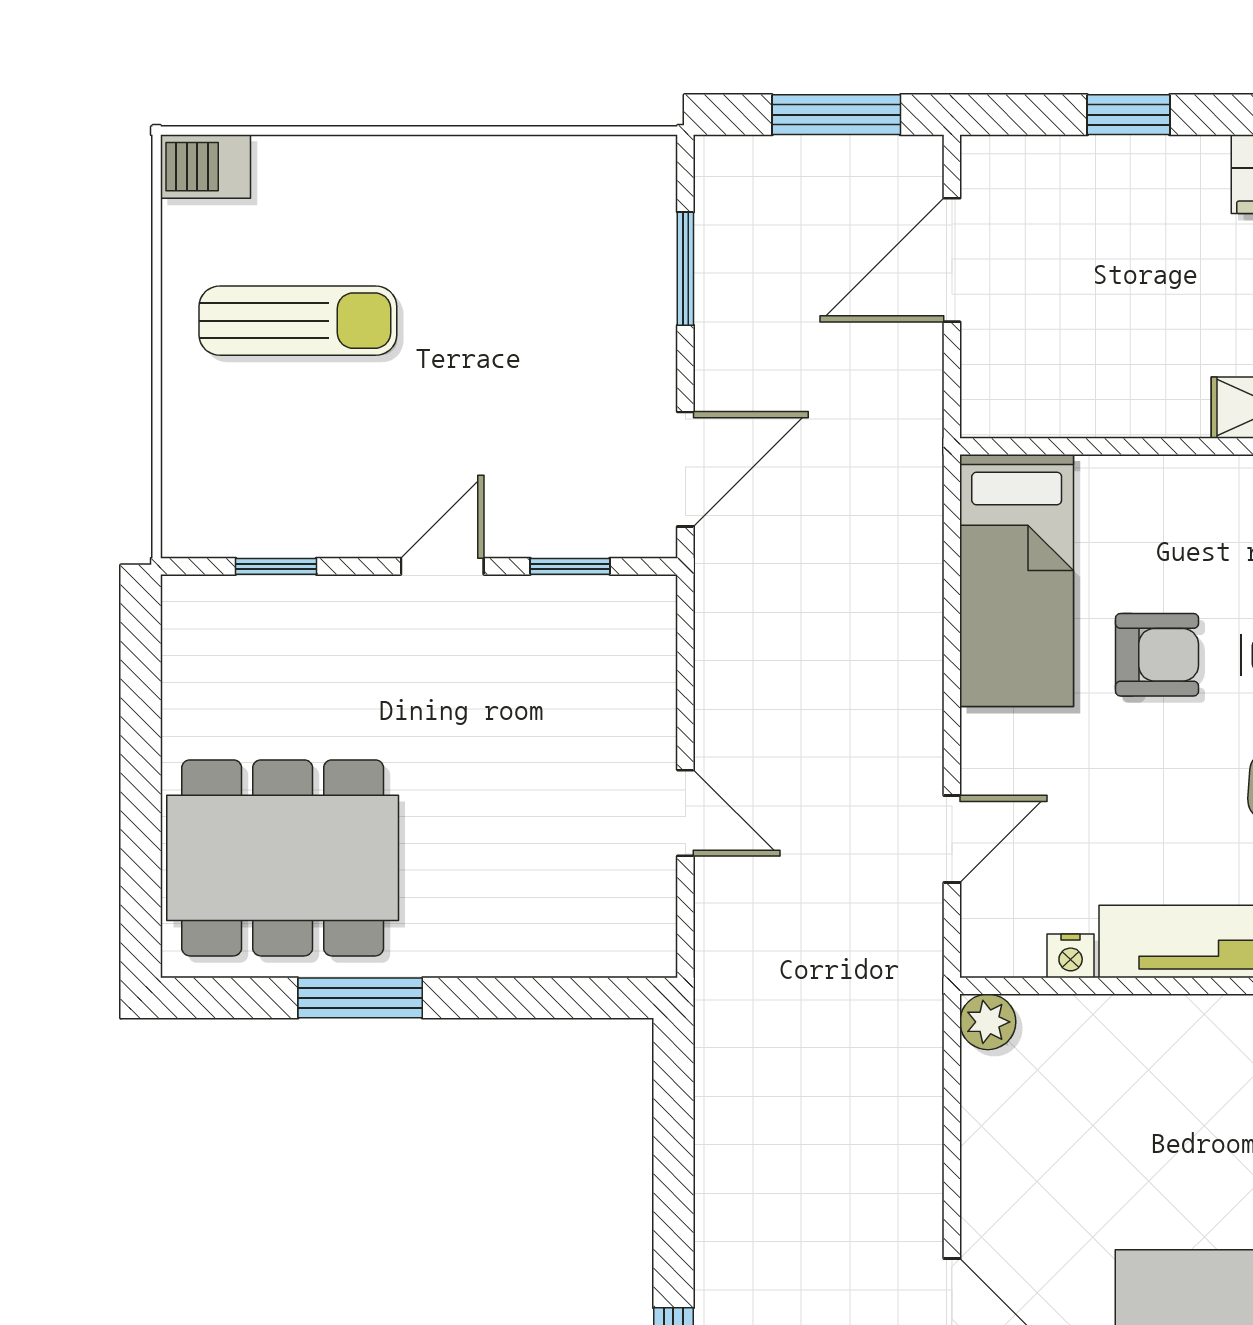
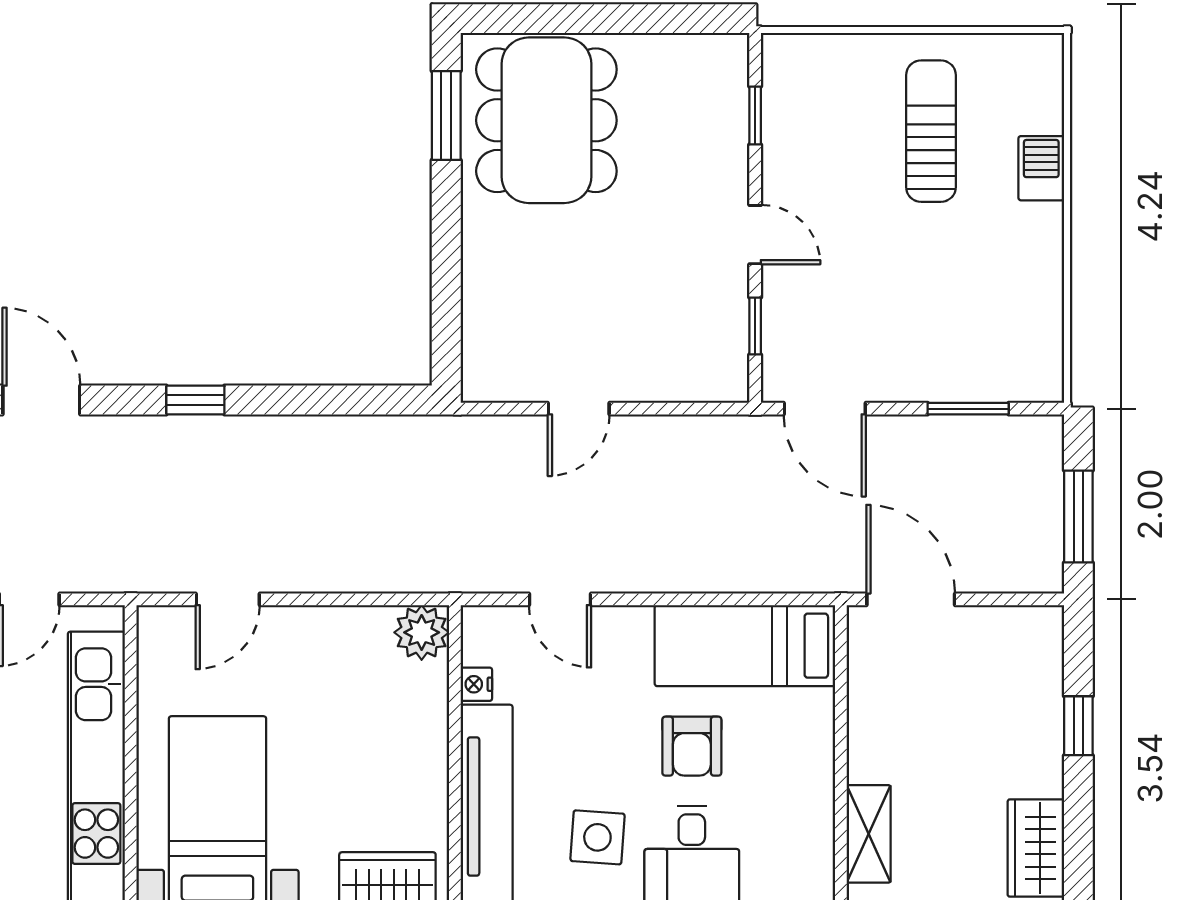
barbecue: (205, 167) -> (1041, 168), moved
door: (952, 260) -> (911, 599), moved
sun lounger: (298, 321) -> (931, 131), turned 180
window: (360, 998) -> (446, 115), moved
plant: (988, 1022) -> (422, 632), width x1.38, depth x1.38

